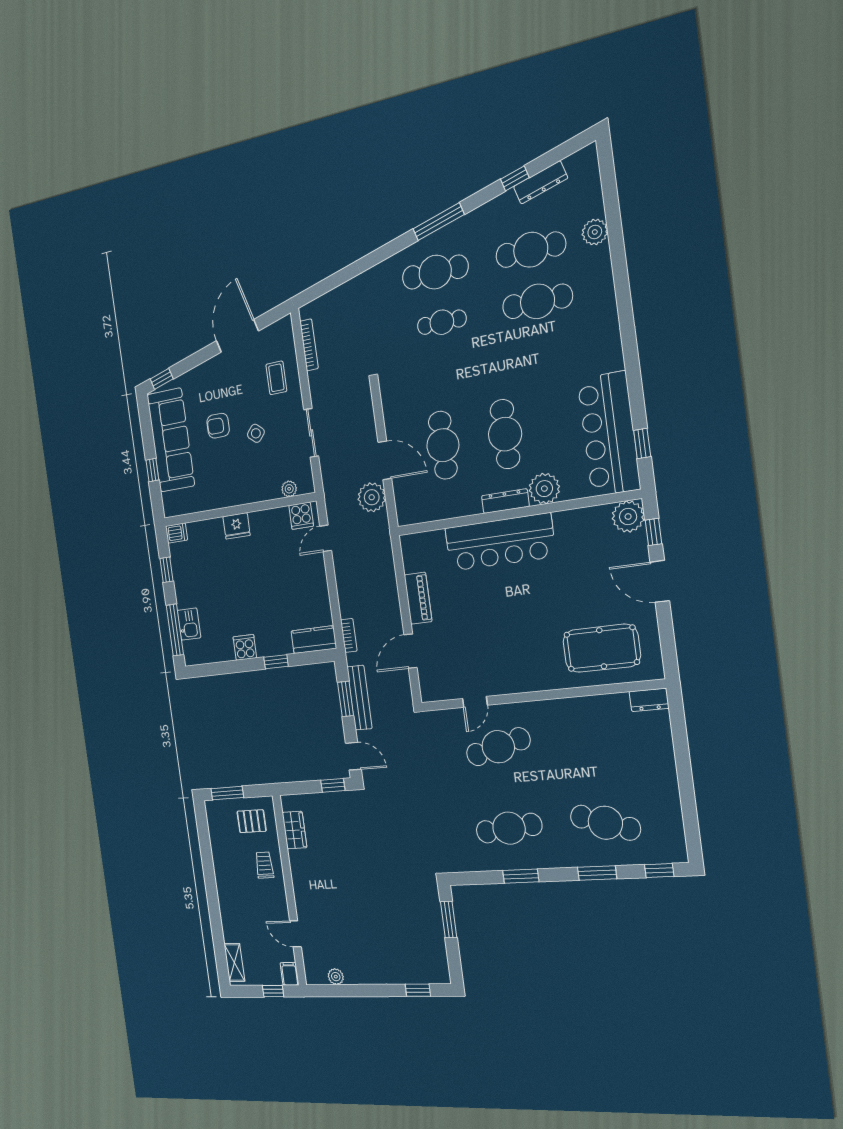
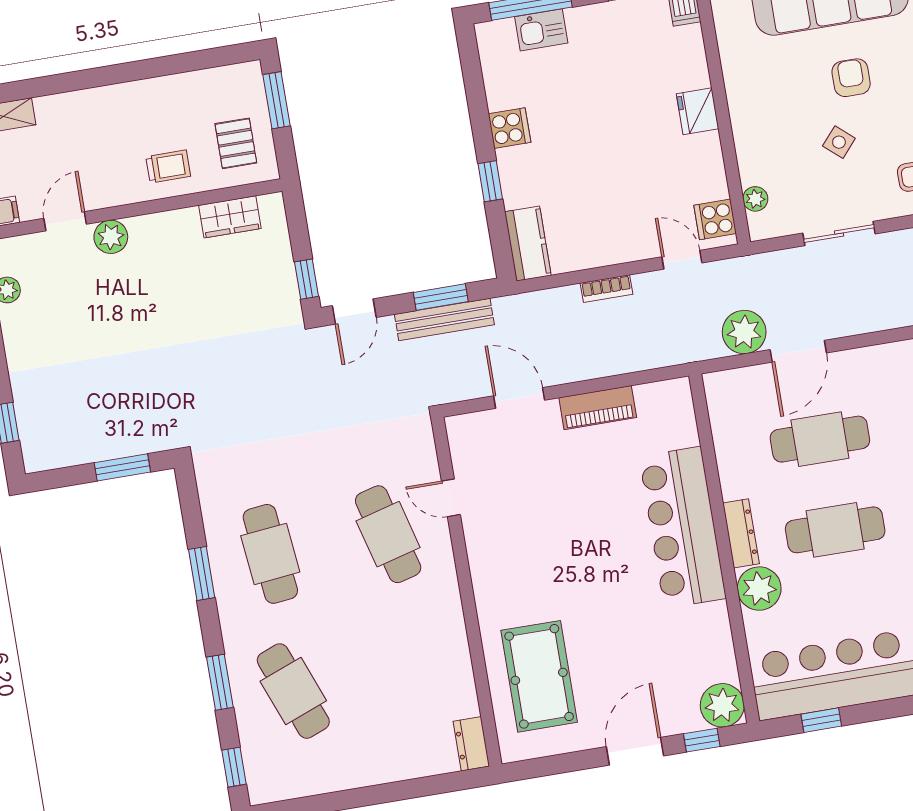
bookcase: (349, 635) -> (606, 289), moved
cafe table: (605, 823) -> (293, 691), turned -39
plant: (305, 907) -> (111, 237), added

